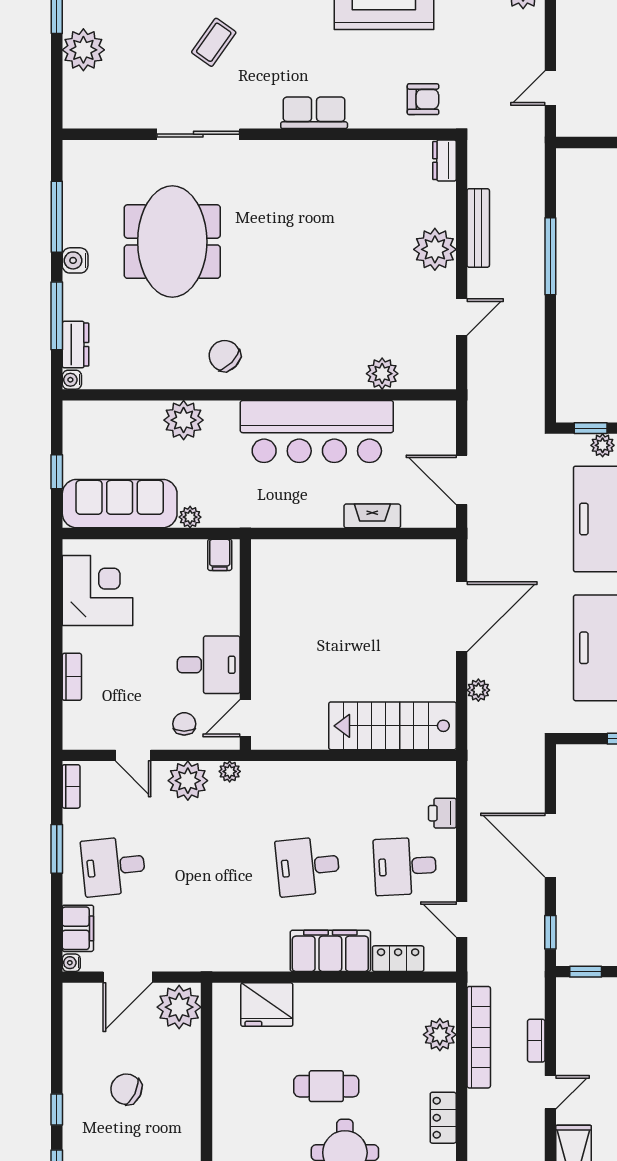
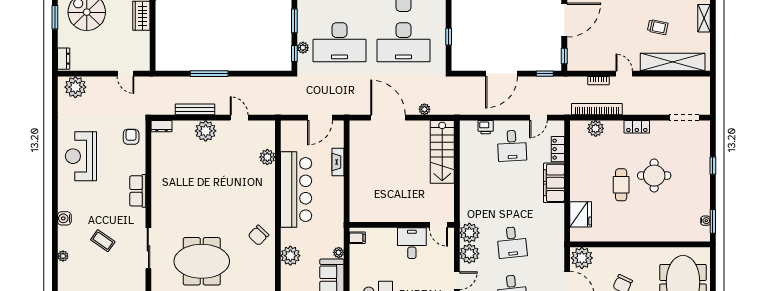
chair: (184, 724) -> (441, 255), removed
plant: (230, 771) -> (469, 233), width x1.87, depth x1.87
desk: (308, 866) -> (512, 242), moved

